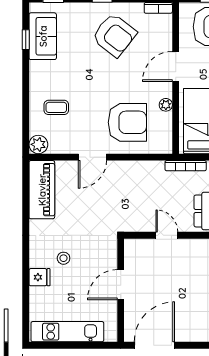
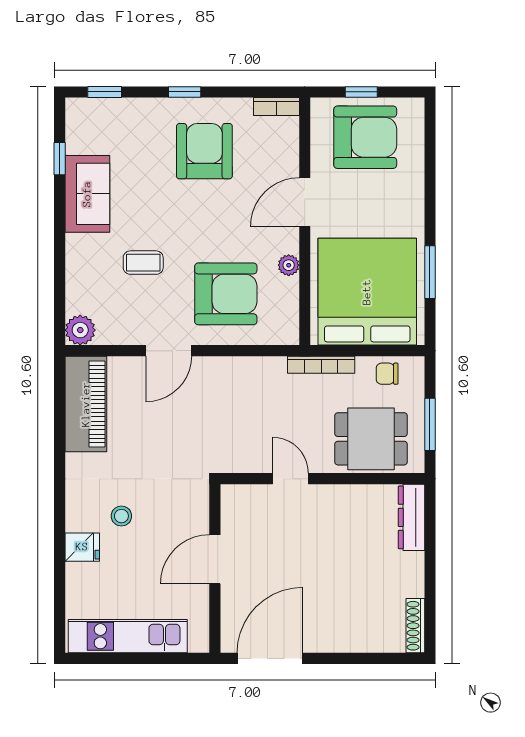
armchair: (114, 35) -> (204, 151), turned -128
sofa: (43, 36) -> (87, 194), moved
coffee table: (56, 107) -> (143, 263), moved

